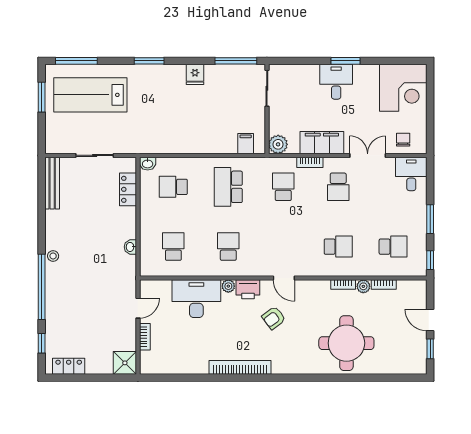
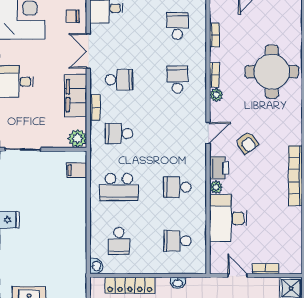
locker: (128, 189) -> (130, 285), width x1.53
plant: (363, 286) -> (216, 95), moved

